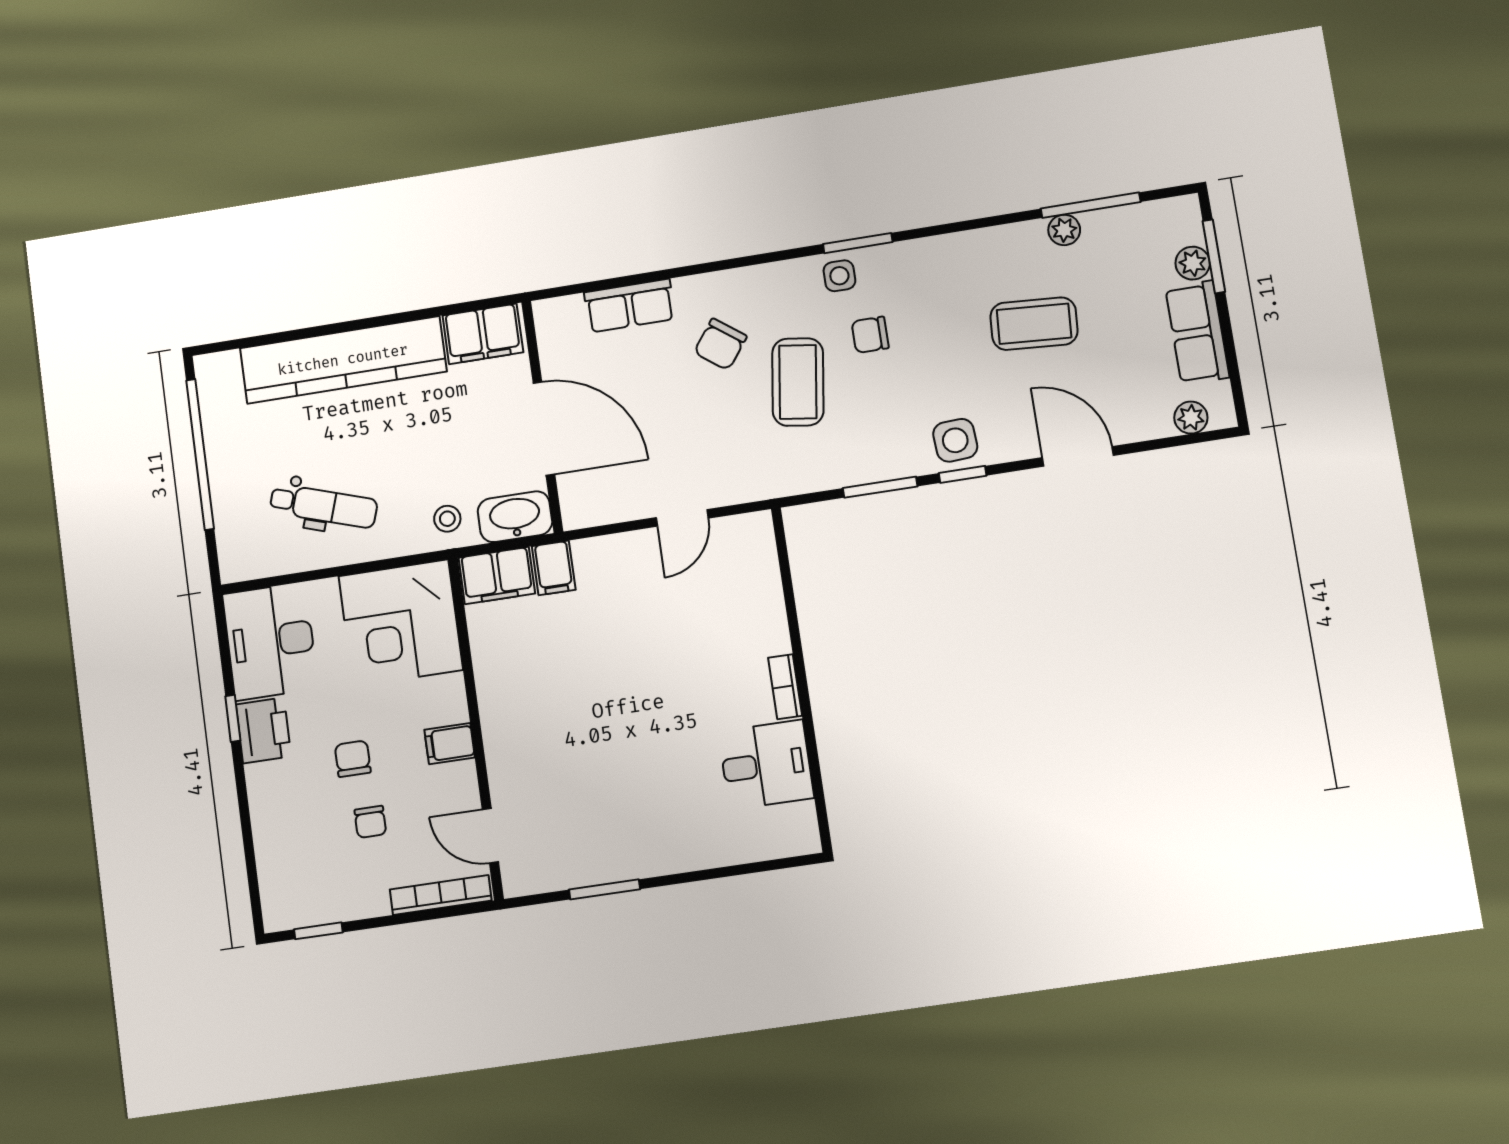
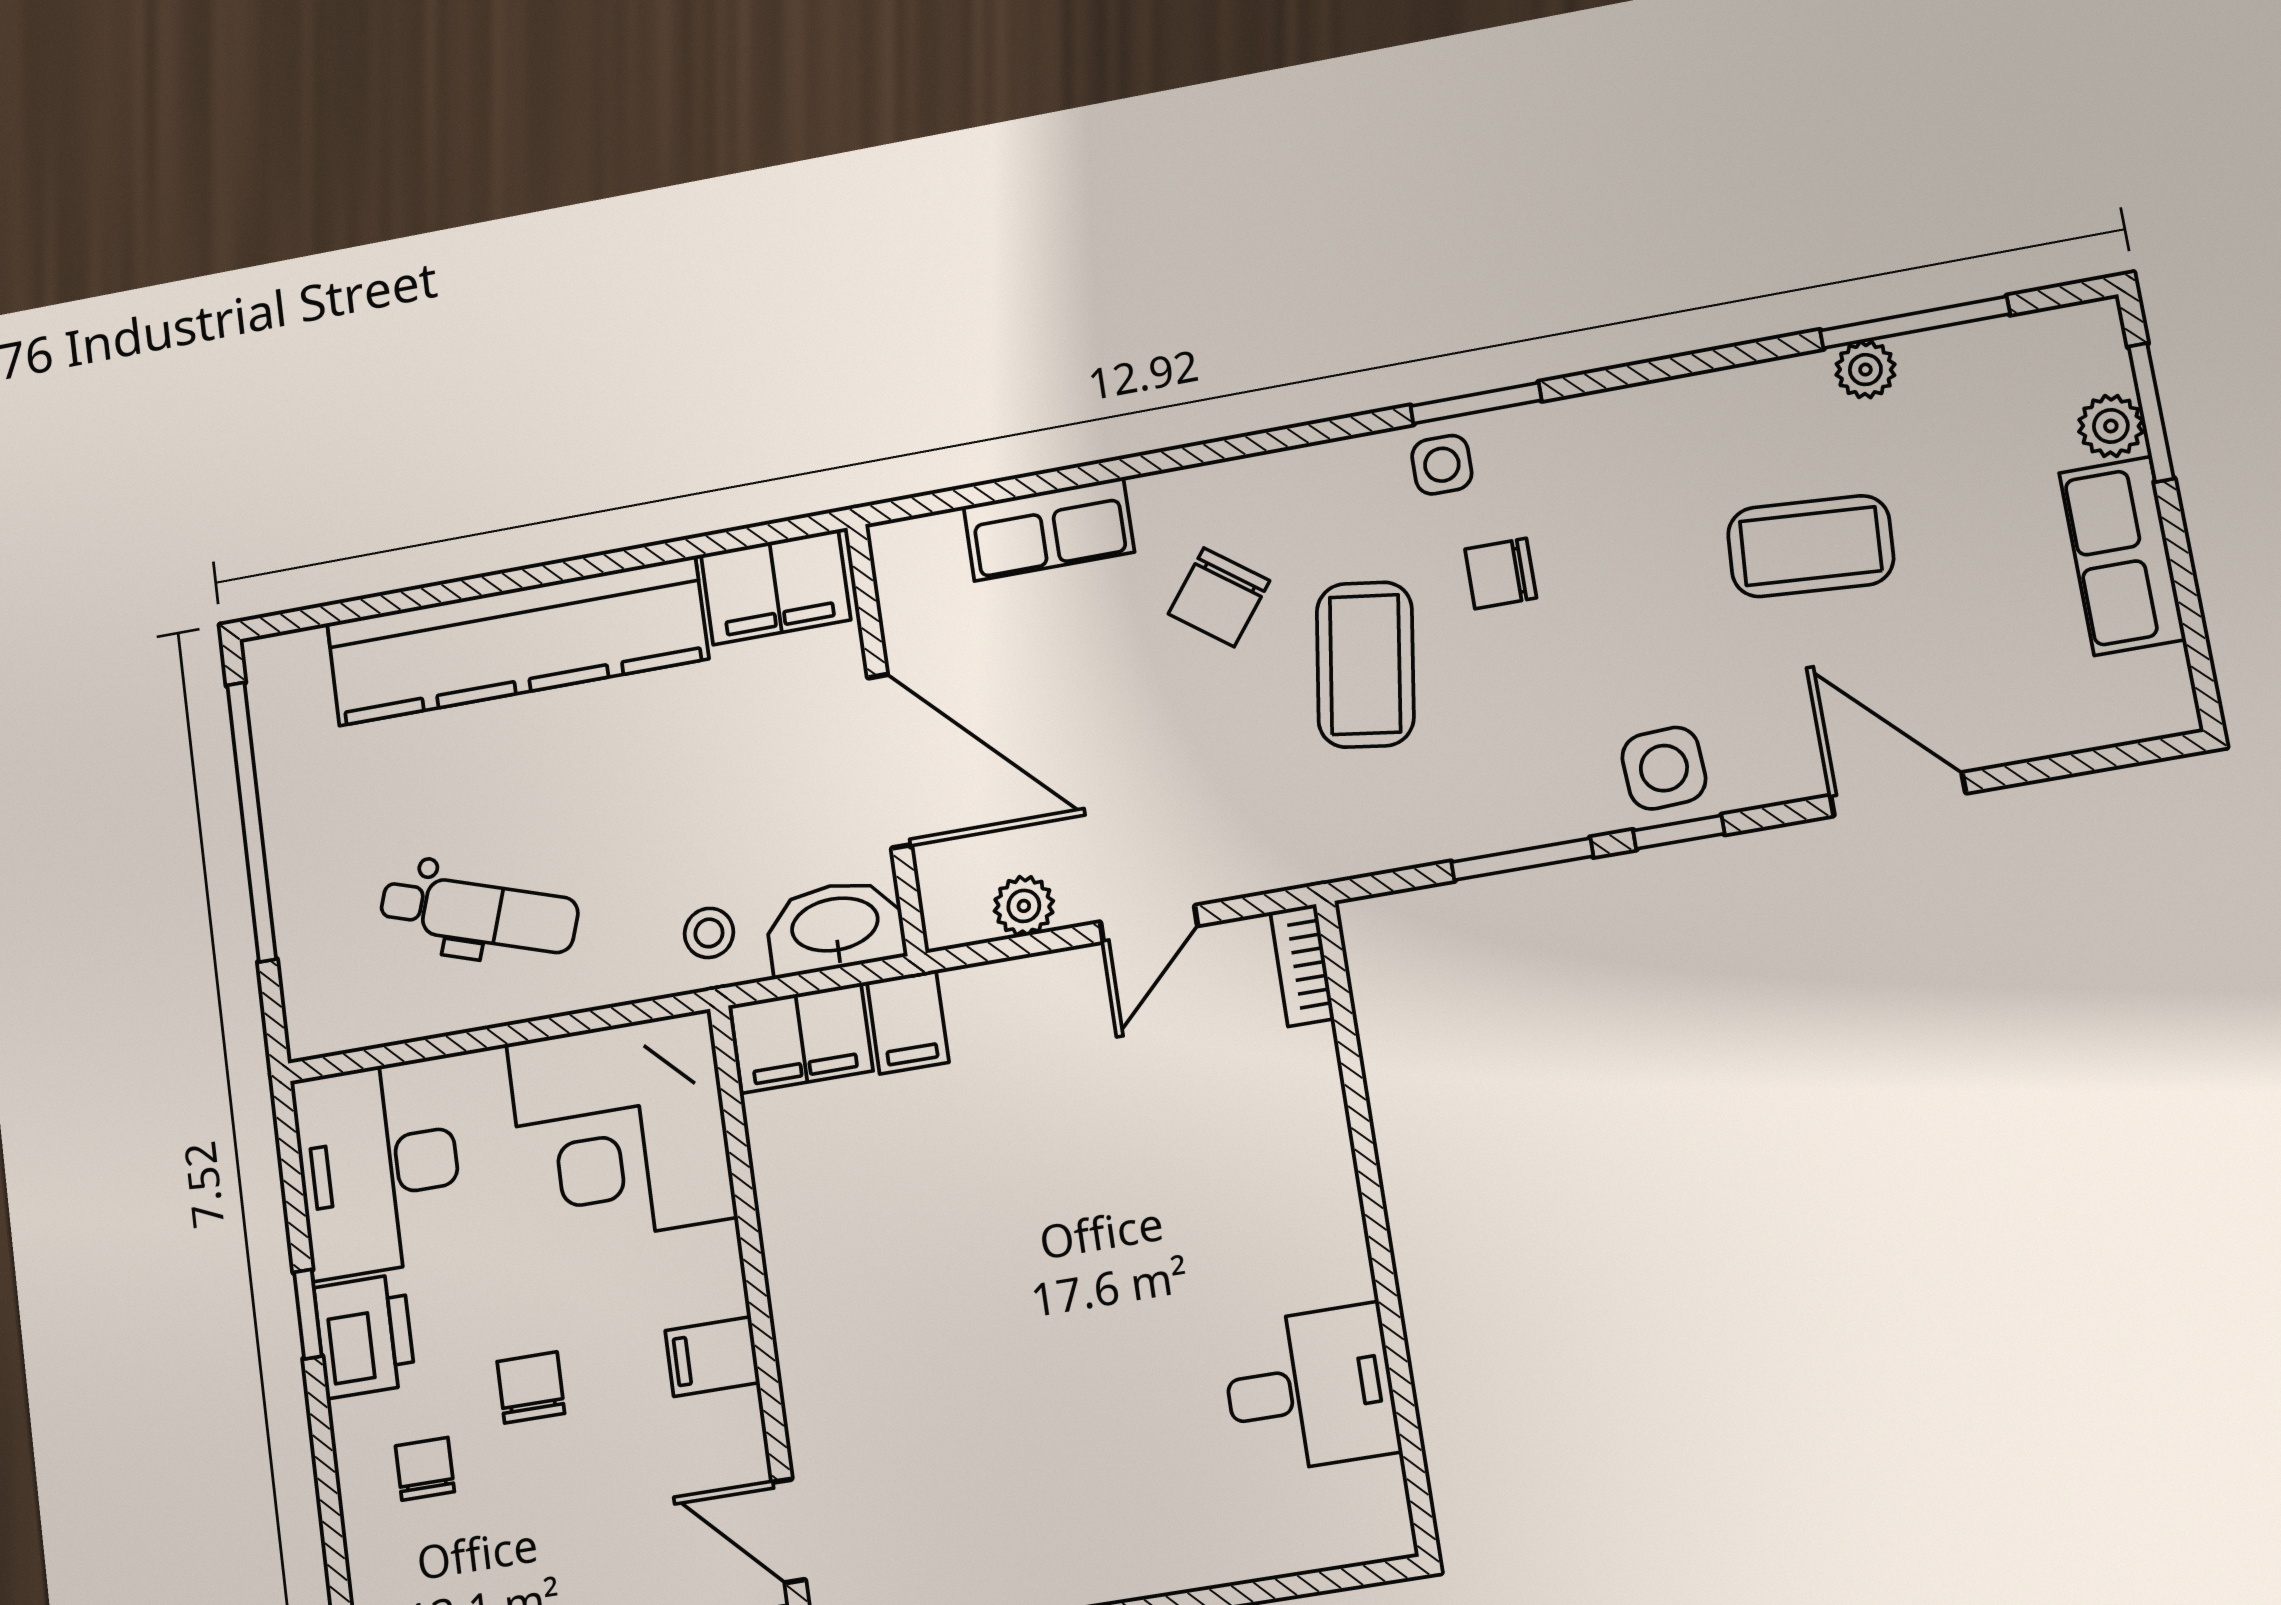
plant: (1191, 418) -> (1024, 906), moved
bookcase: (785, 687) -> (1302, 965), moved
chair: (370, 822) -> (425, 1469), moved, turned 180

